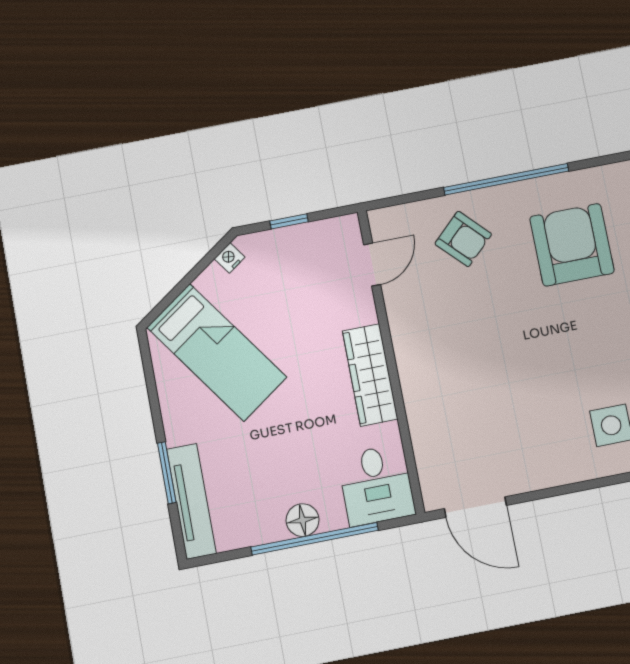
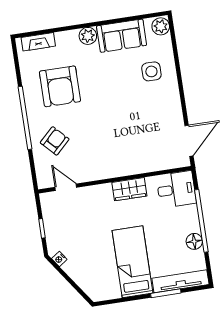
armchair: (572, 245) -> (60, 86), turned -90
bed: (217, 352) -> (132, 262), moved, turned -55
wardrobe: (370, 375) -> (129, 189), width x0.67
floor lamp: (303, 520) -> (194, 241), moved

